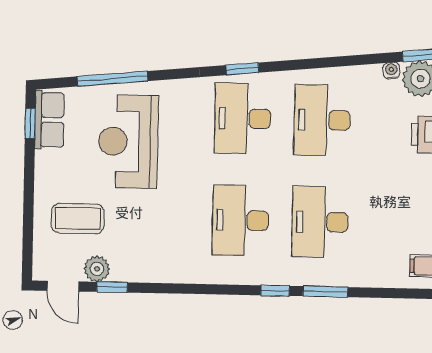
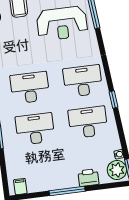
window: (242, 69) -> (113, 99), moved
reception desk: (128, 142) -> (62, 23), turned 180

